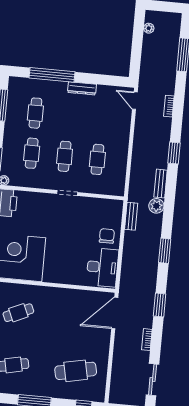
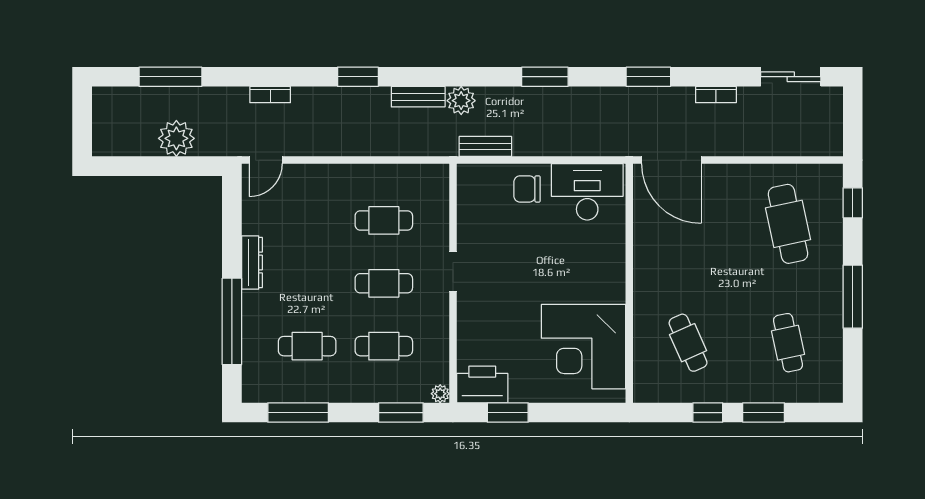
plant: (149, 28) -> (176, 138), moved, width x1.87, depth x1.87

